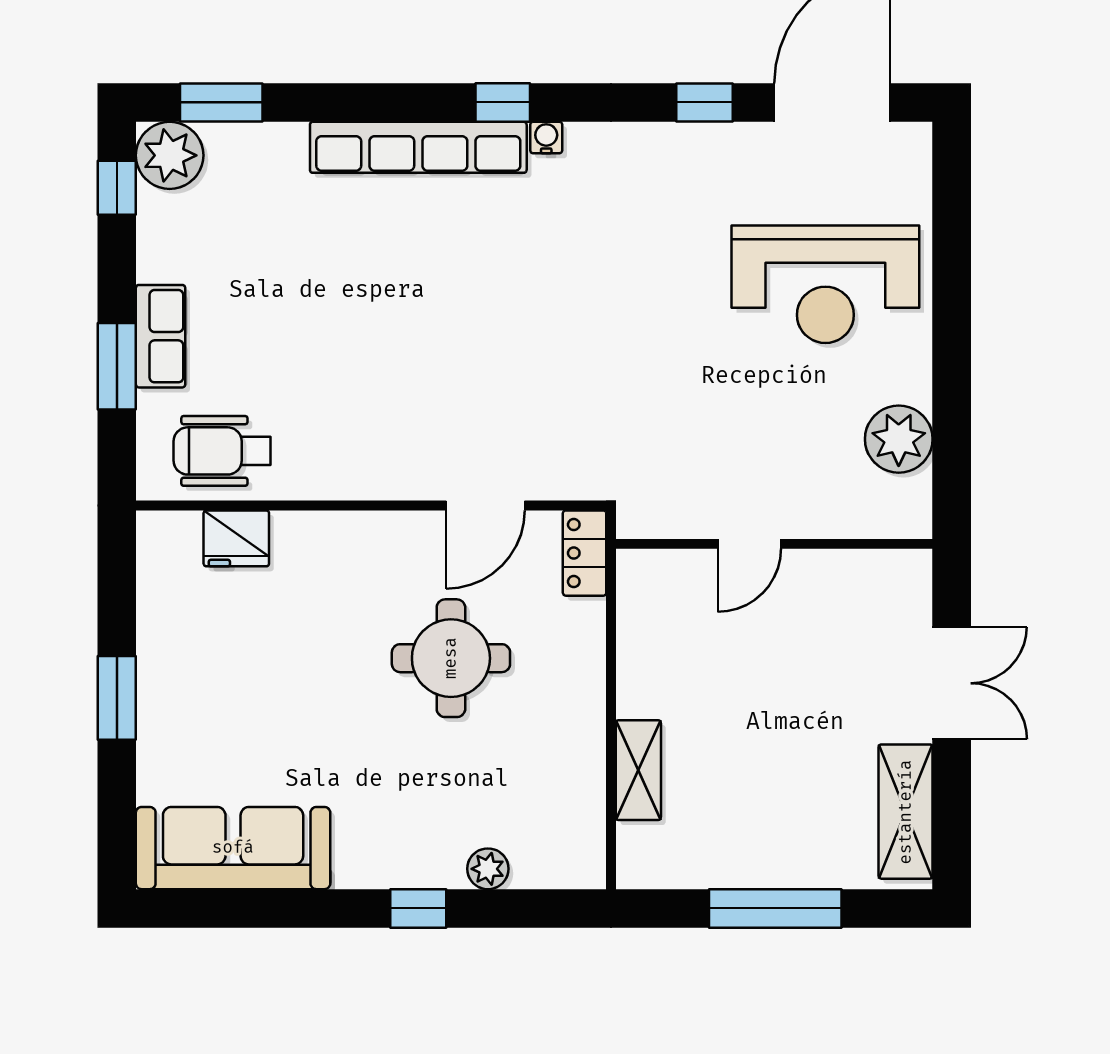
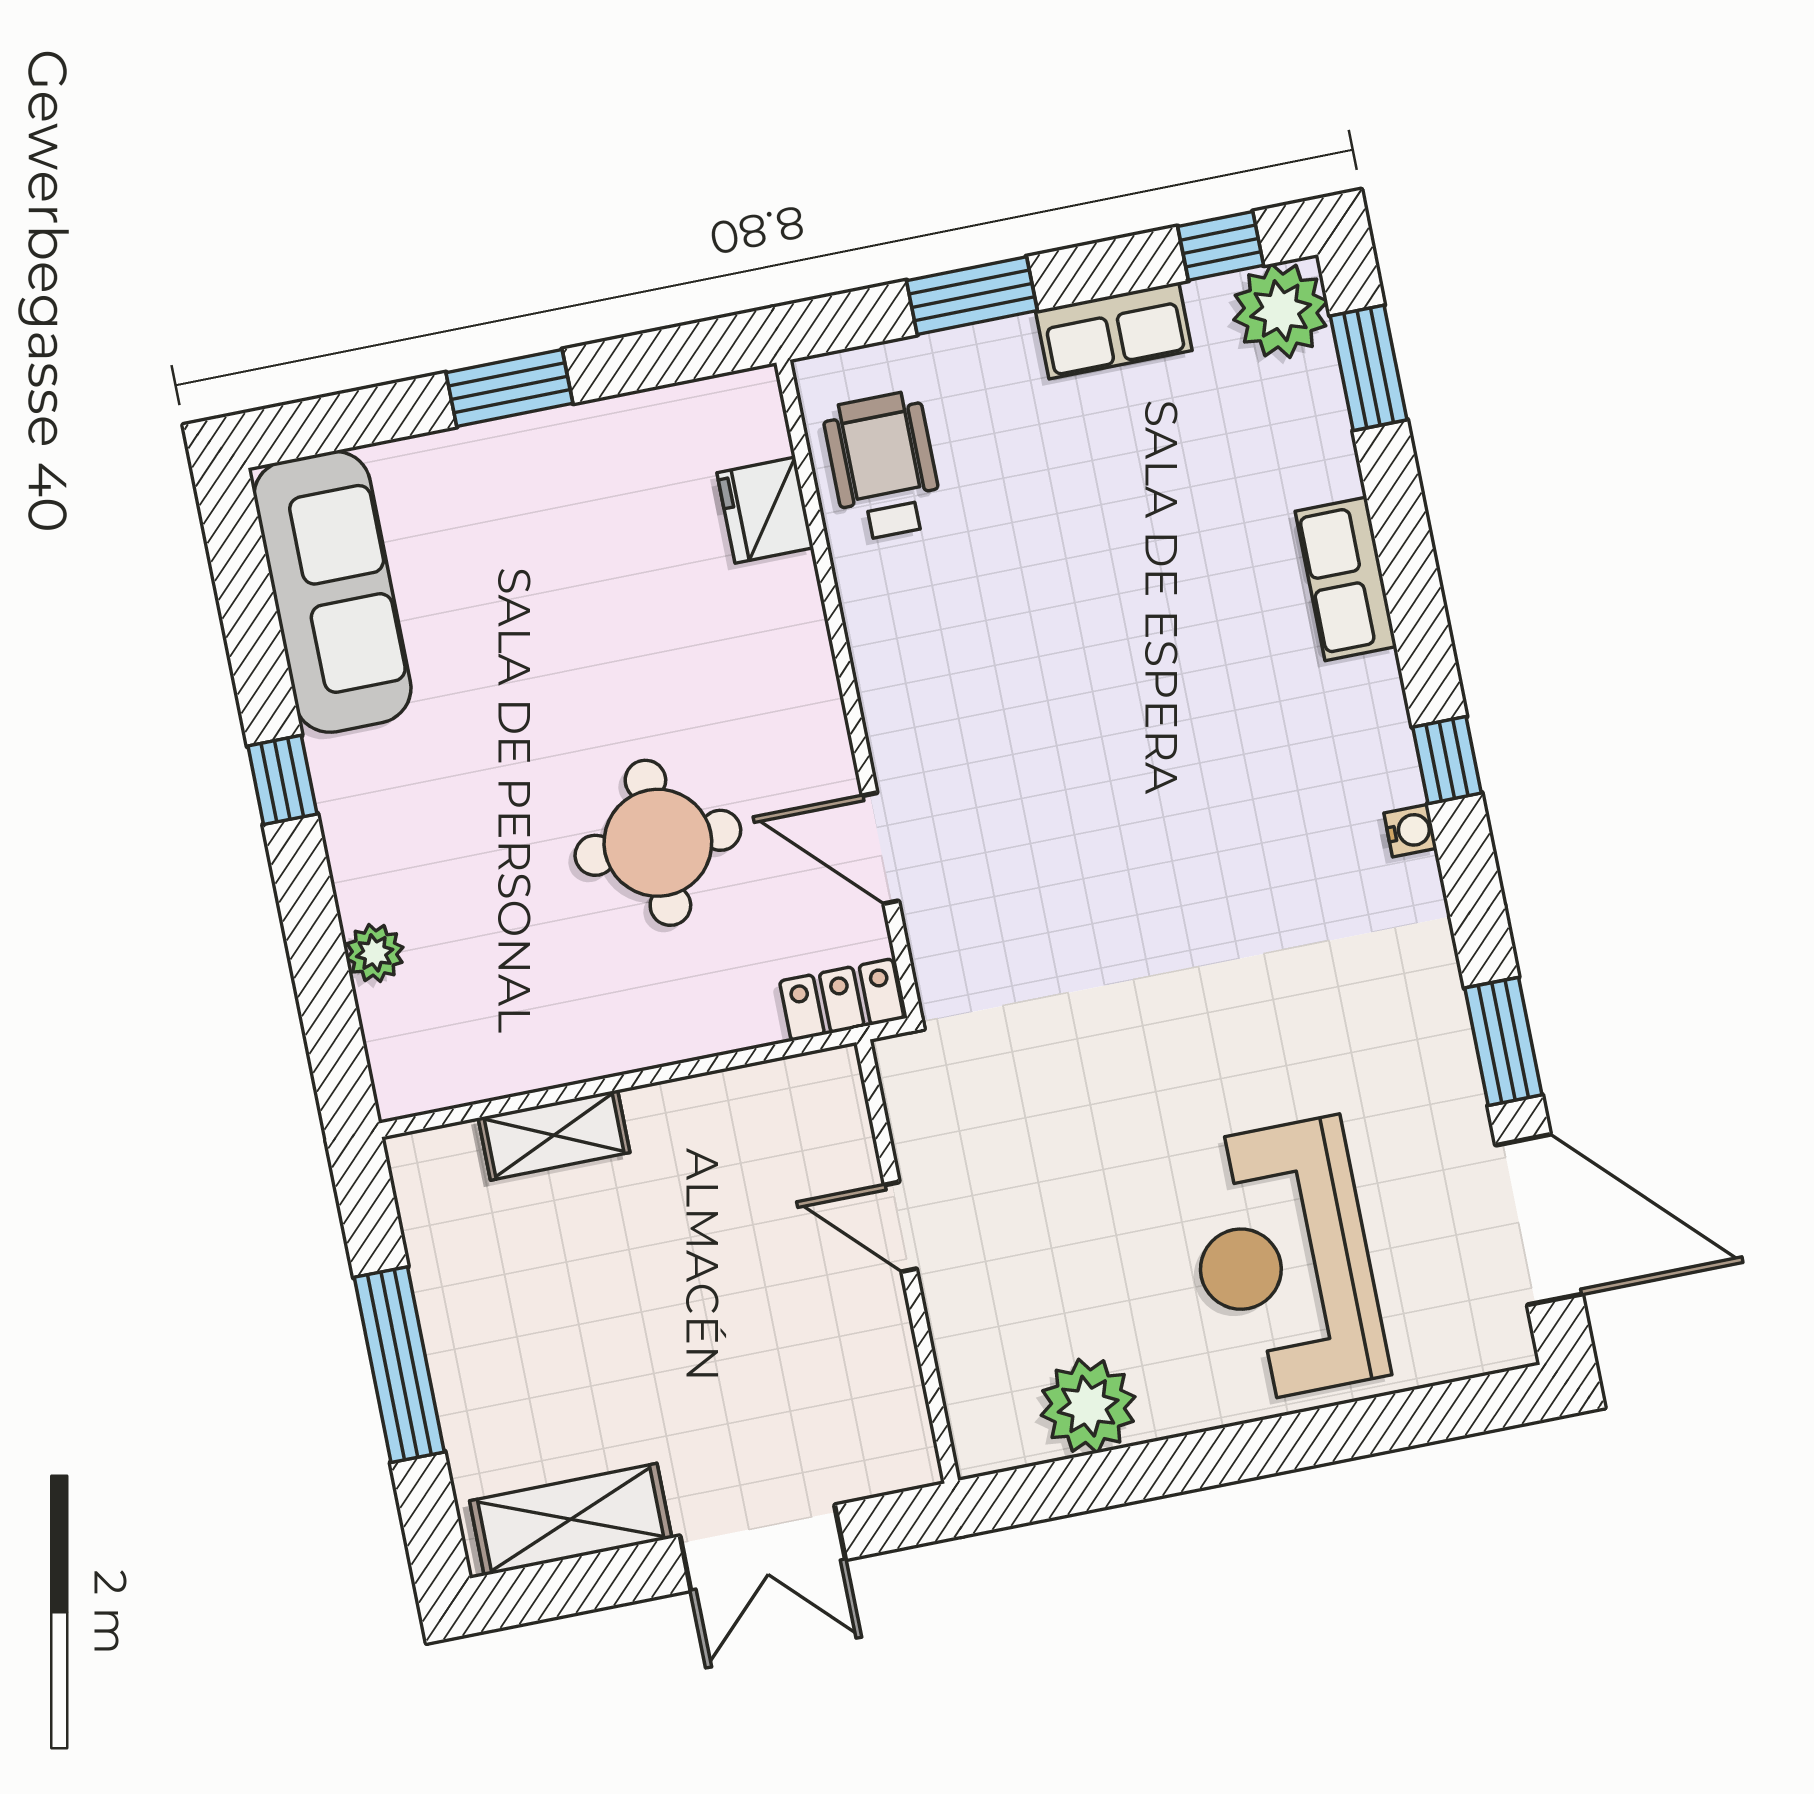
window: (704, 102) -> (1503, 1041), width x1.50
row of seats: (418, 147) -> (1346, 579), width x0.50
row of seats: (161, 336) -> (1114, 331), moved
window: (418, 908) -> (282, 780), moved

